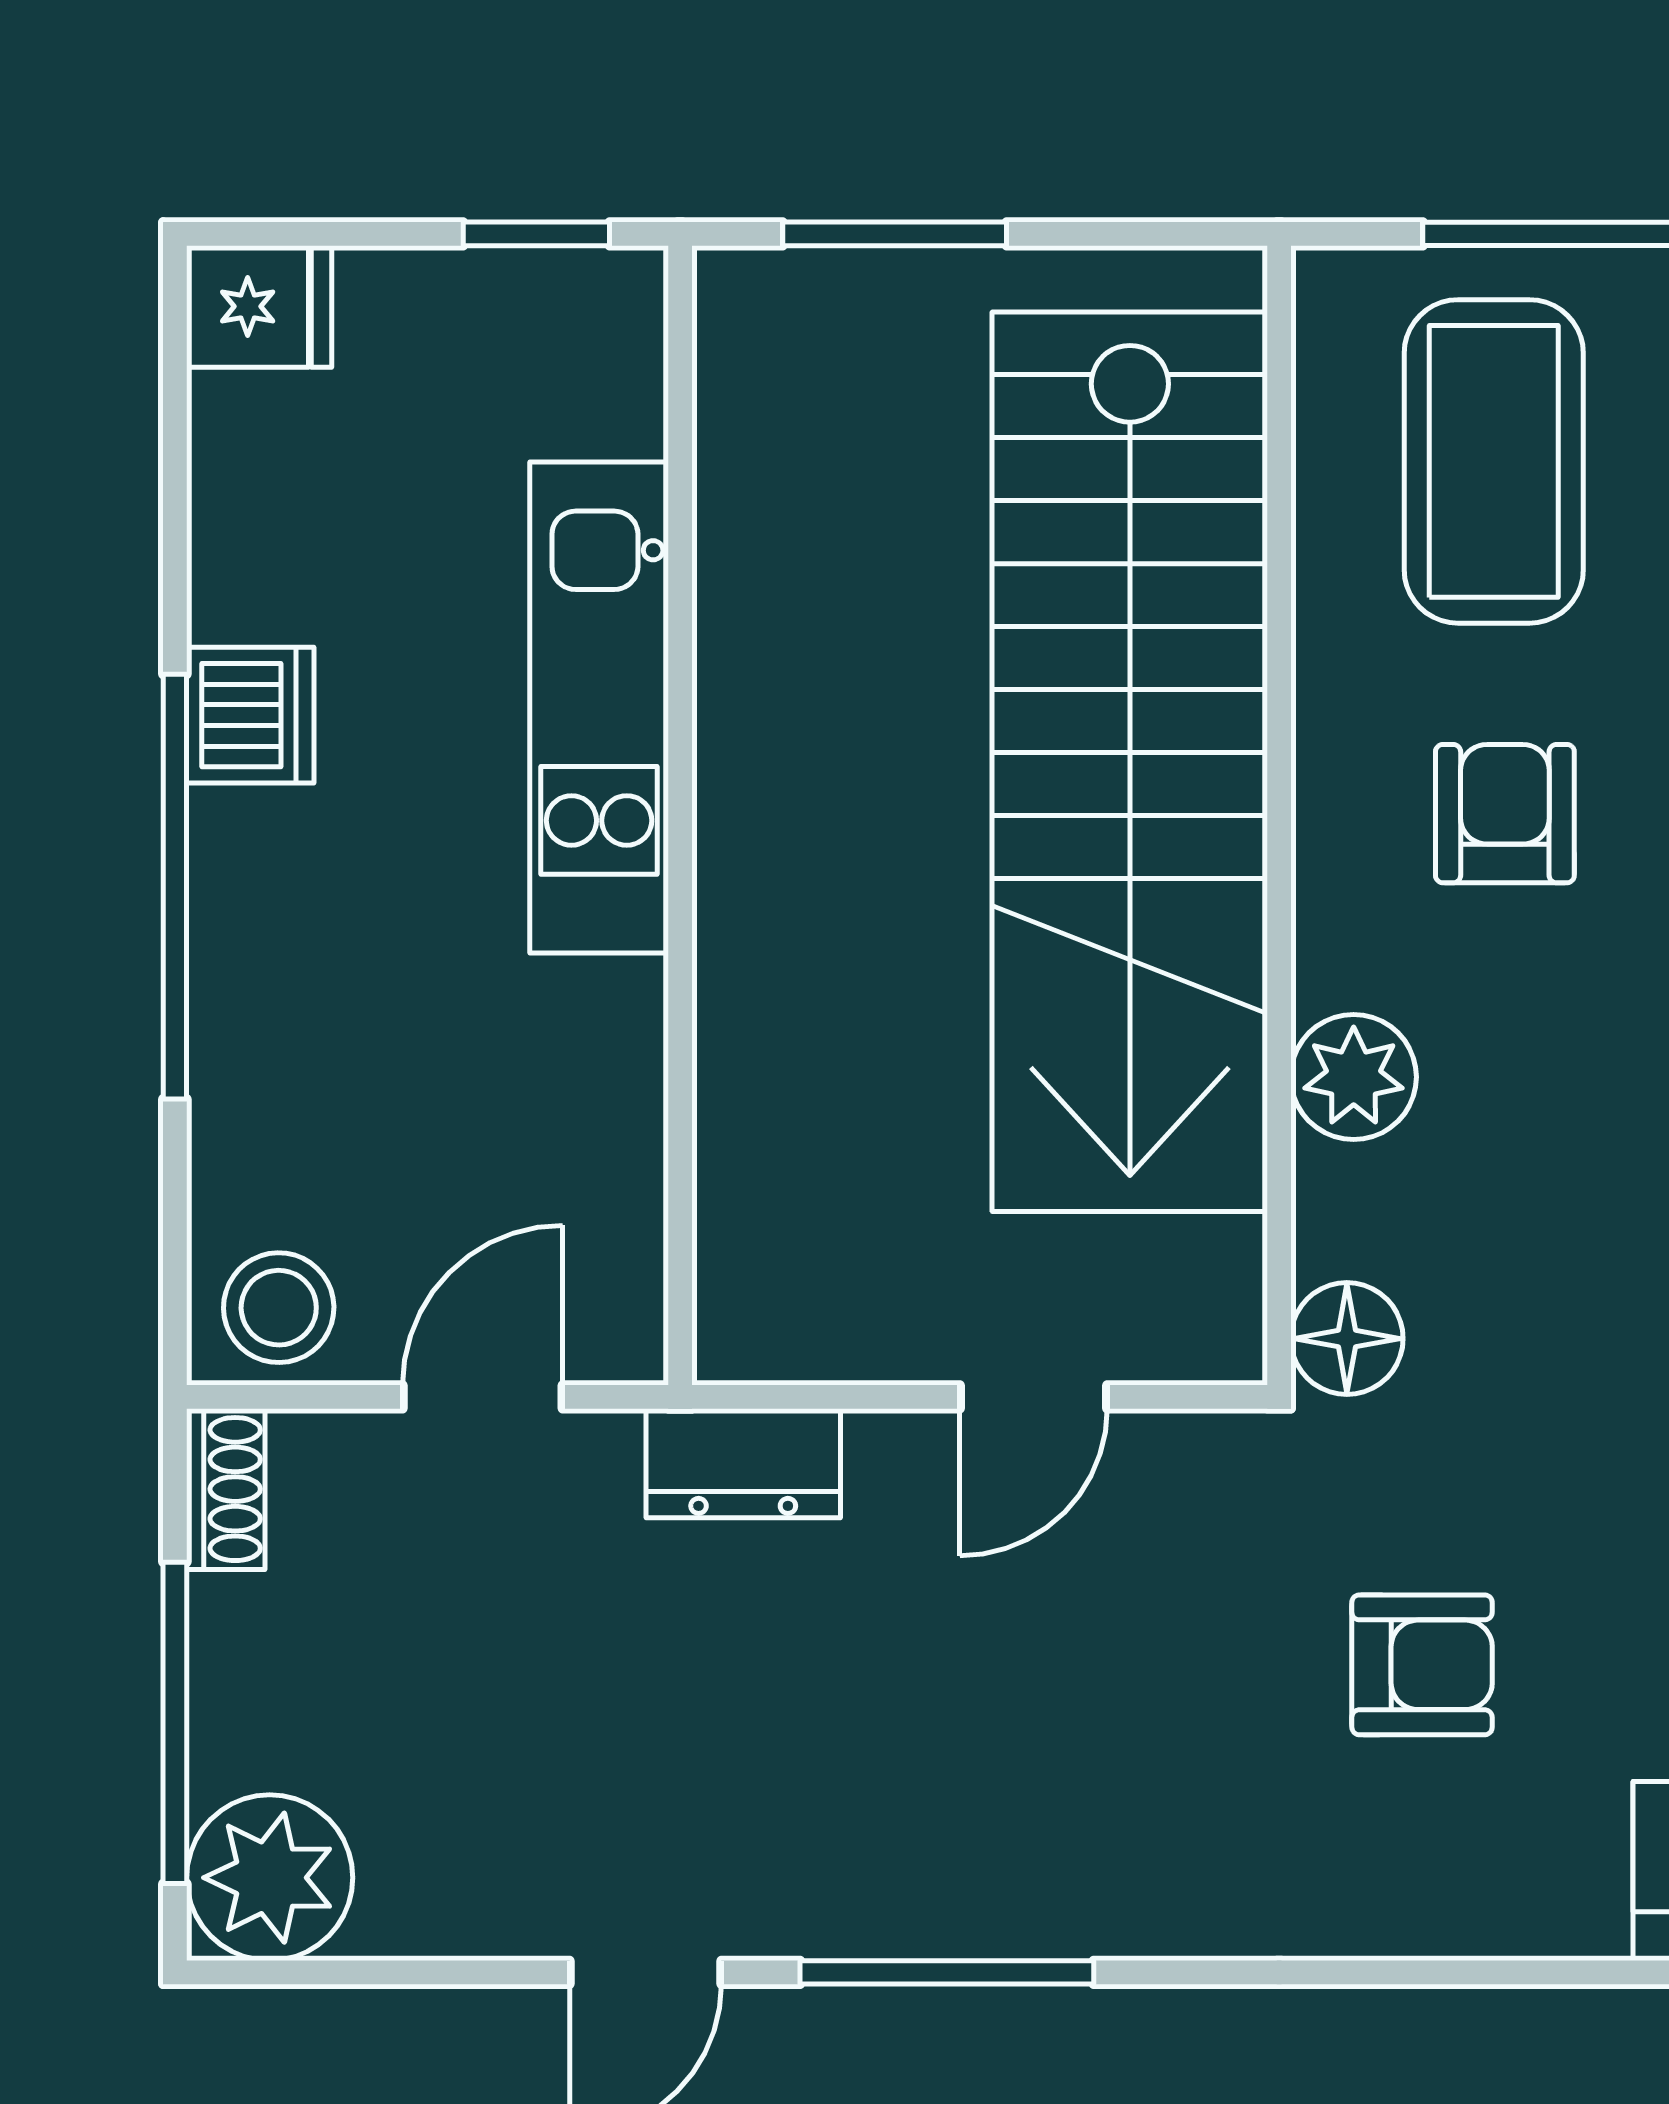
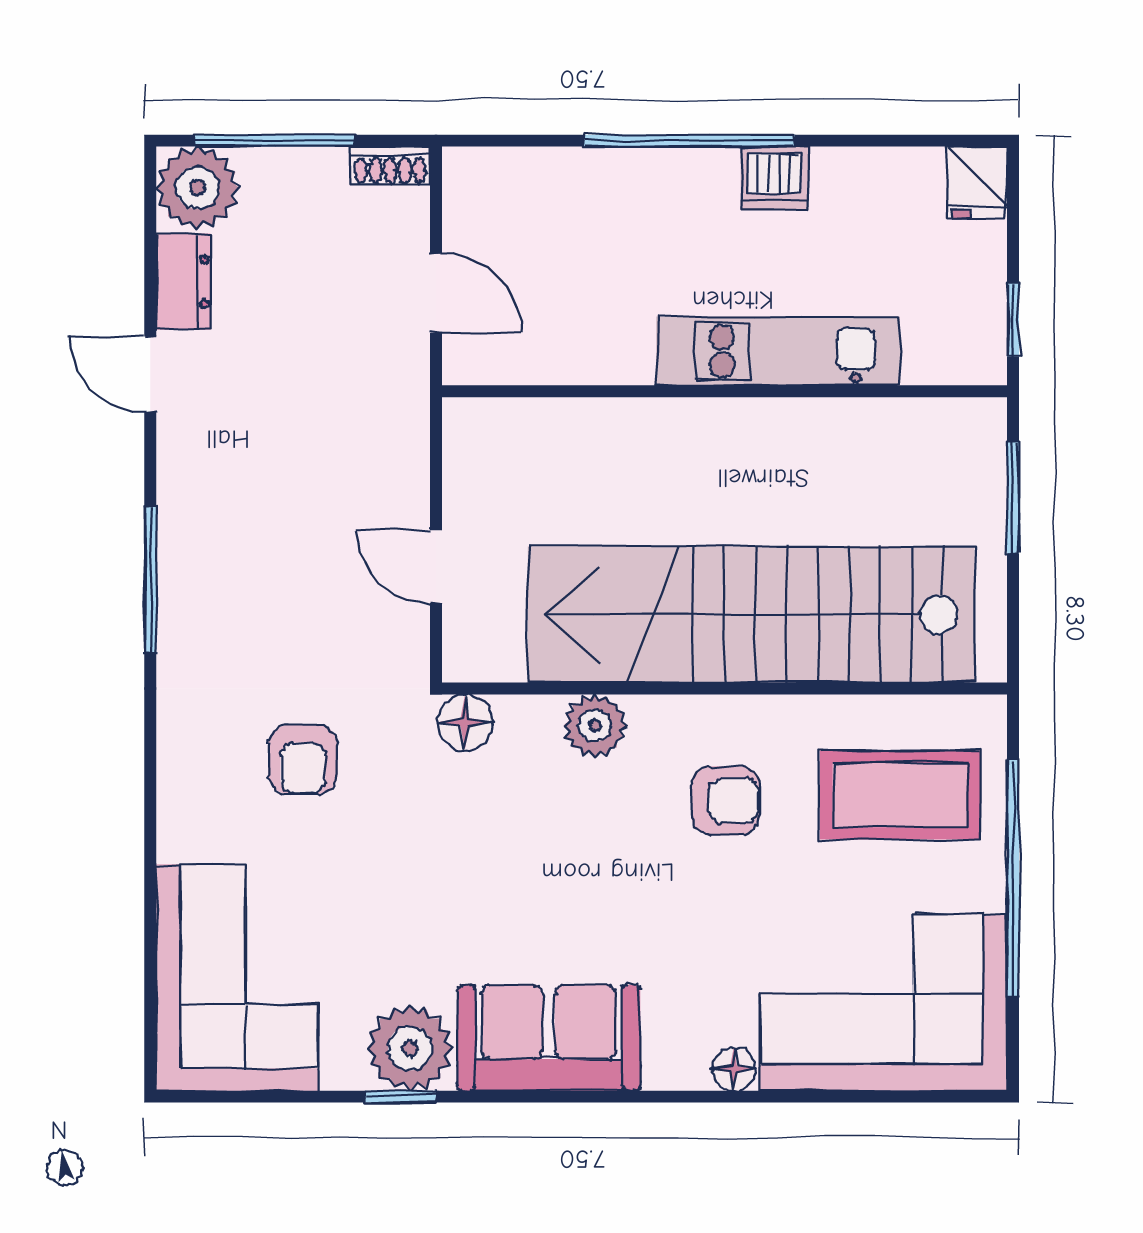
stool: (279, 1308) -> (480, 192), removed
dresser: (743, 1463) -> (183, 282), moved, turned 180
window: (947, 1972) -> (150, 580), moved

